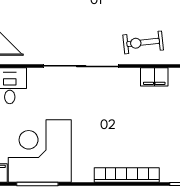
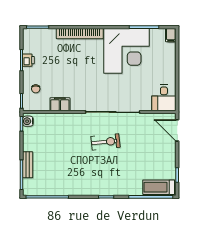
exercise bike: (143, 42) -> (105, 142), moved
corner desk: (40, 151) -> (127, 51), moved

